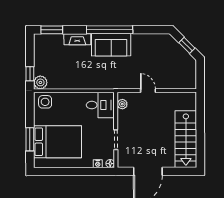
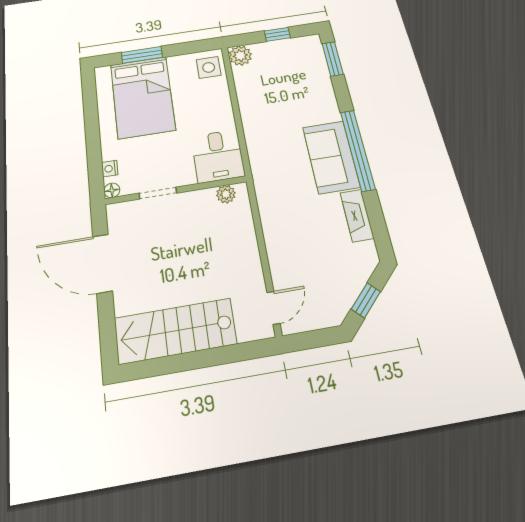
fireplace: (77, 39) -> (357, 215), moved
window: (30, 74) -> (277, 34), moved
door: (148, 91) -> (273, 308), moved

